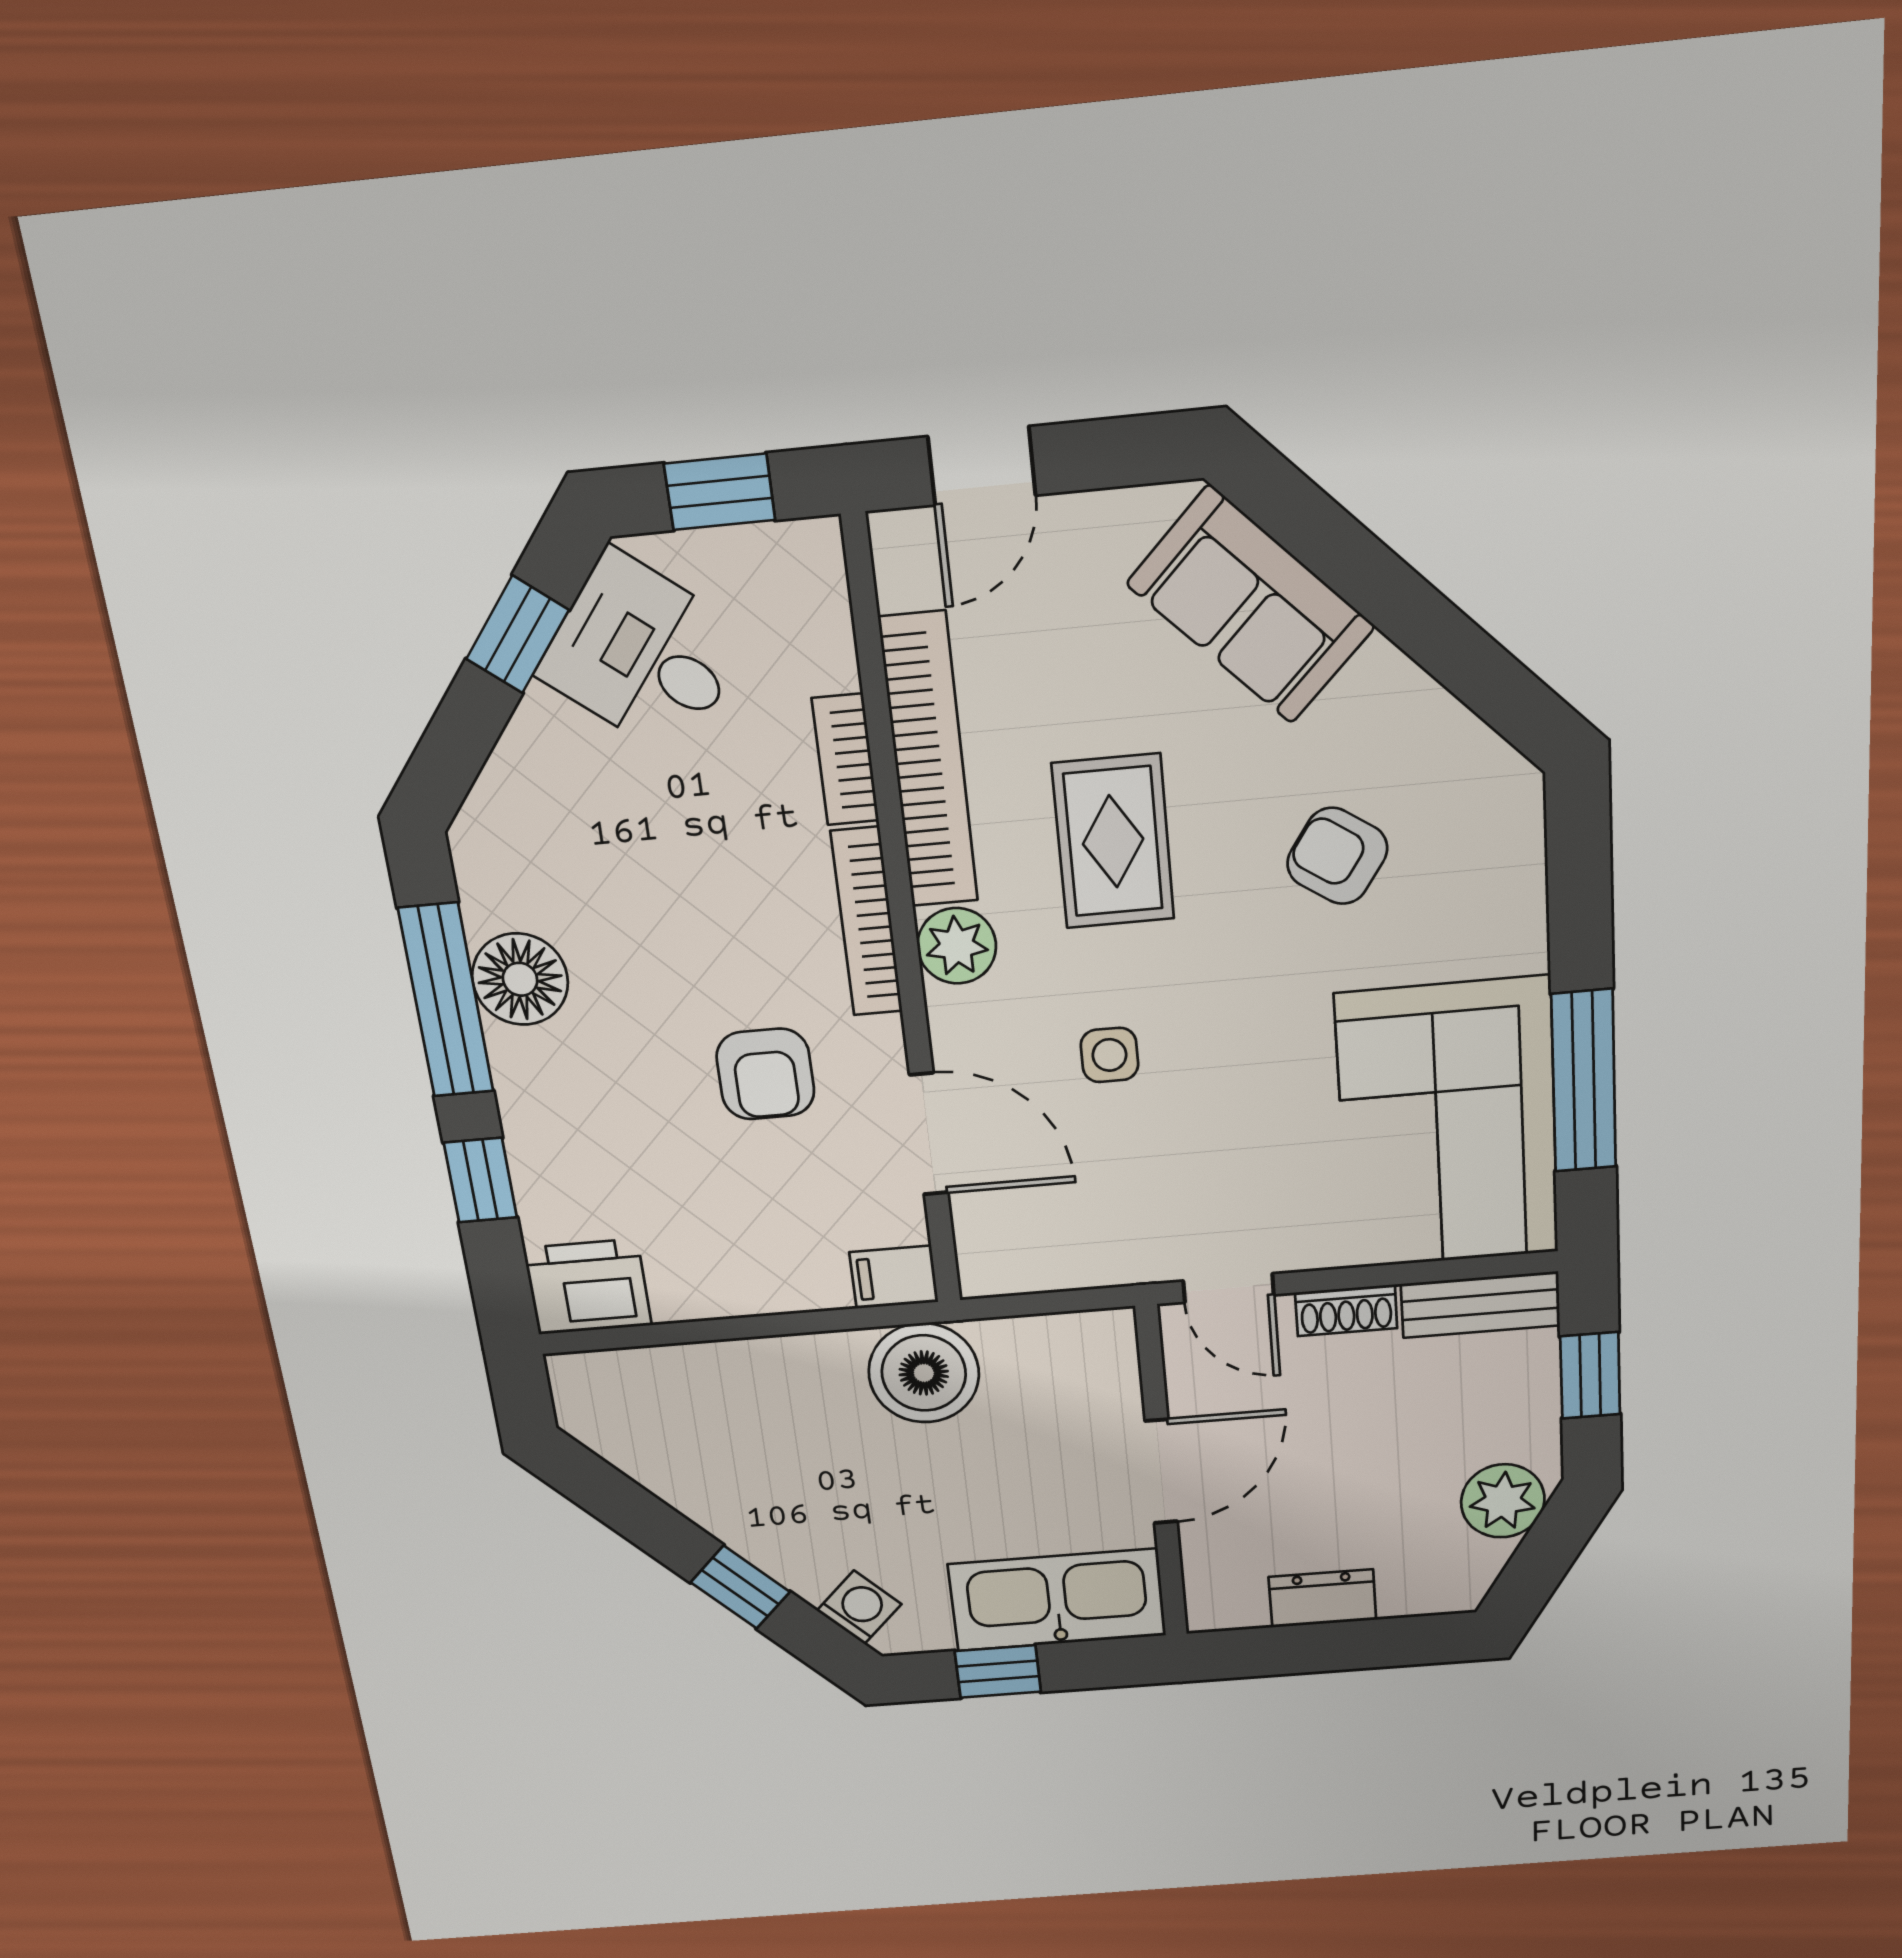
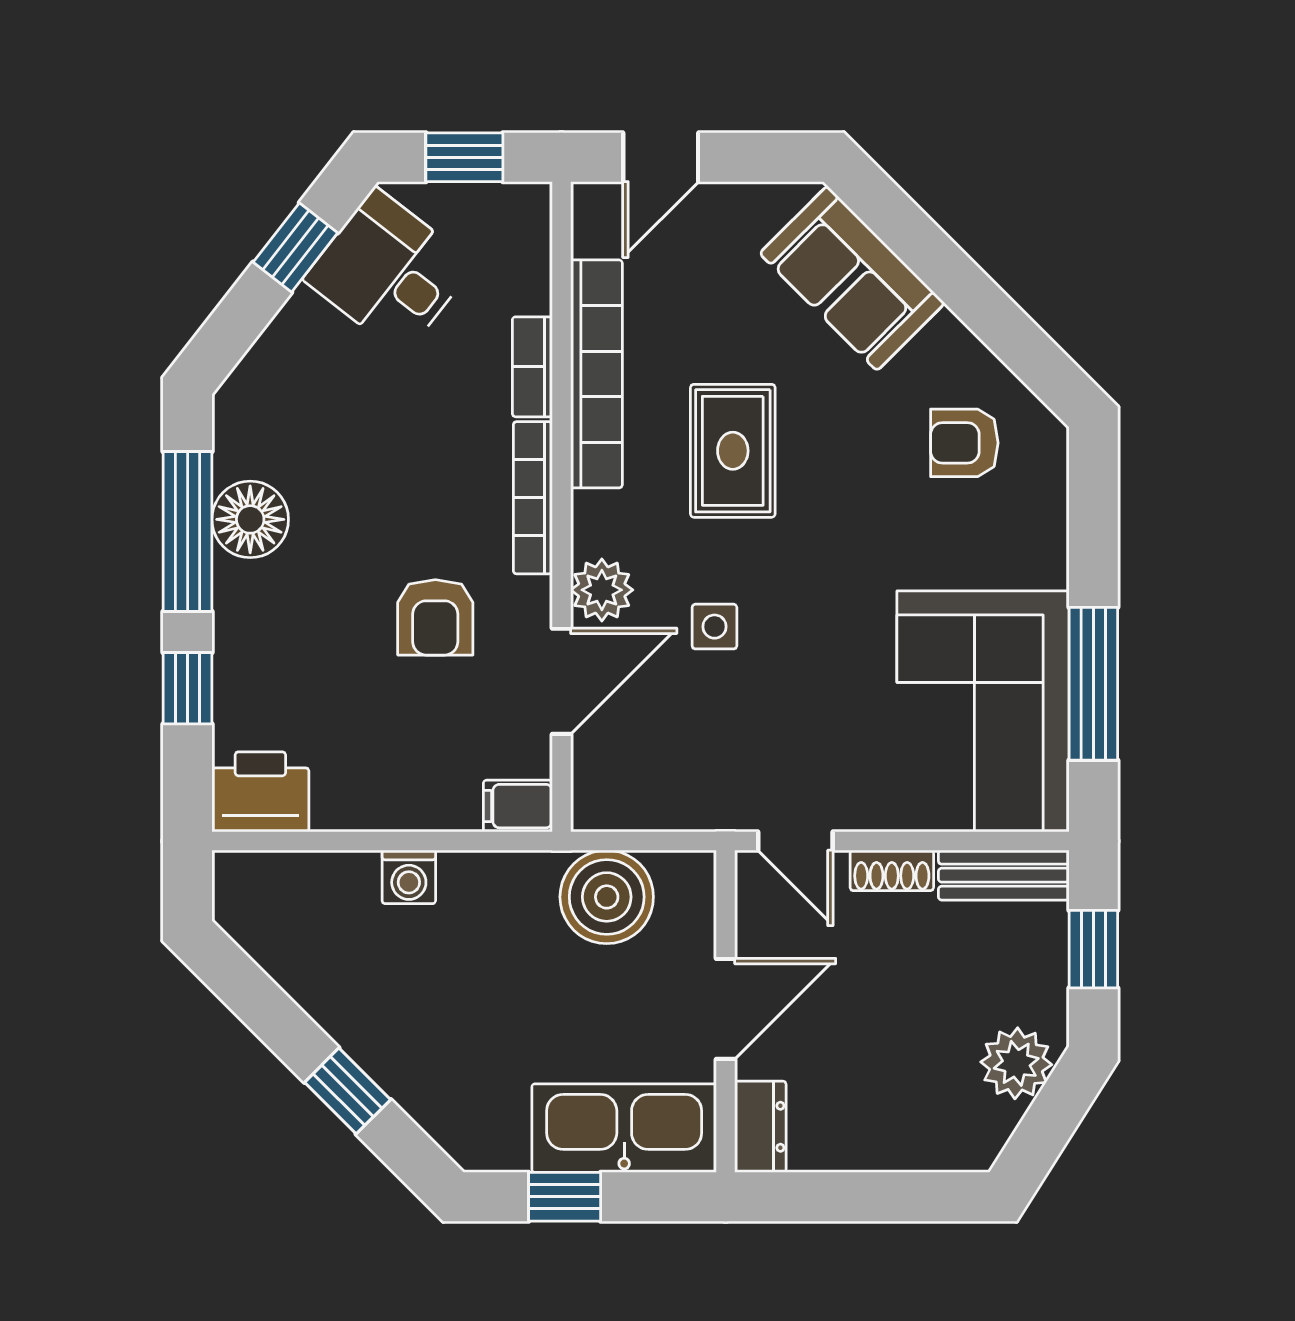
armchair: (1337, 856) -> (964, 443), moved, turned -34
plant: (957, 946) -> (602, 590), moved
door: (929, 1134) -> (561, 681), hinge flipped
boiler: (924, 1373) -> (607, 897), moved
dresser: (1322, 1598) -> (760, 1127), moved, turned 90
washing machine: (859, 1607) -> (409, 877), moved, turned 135

